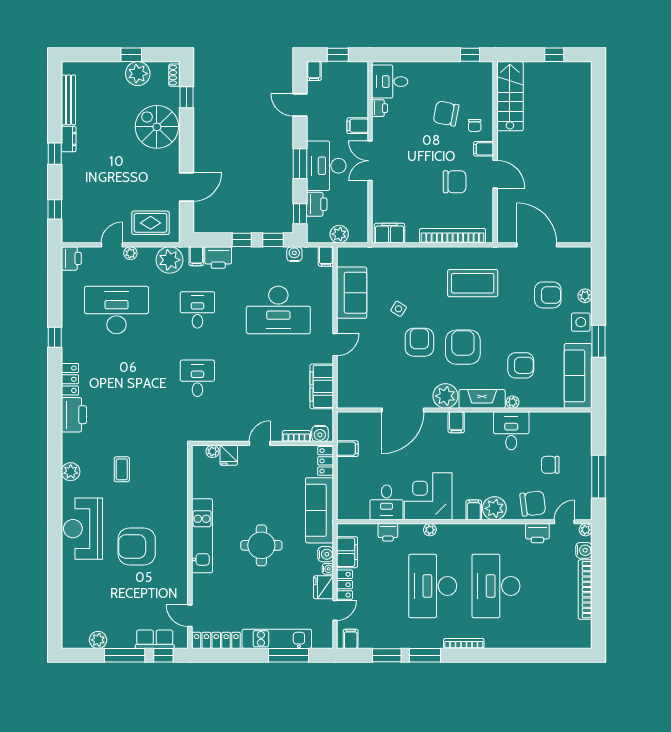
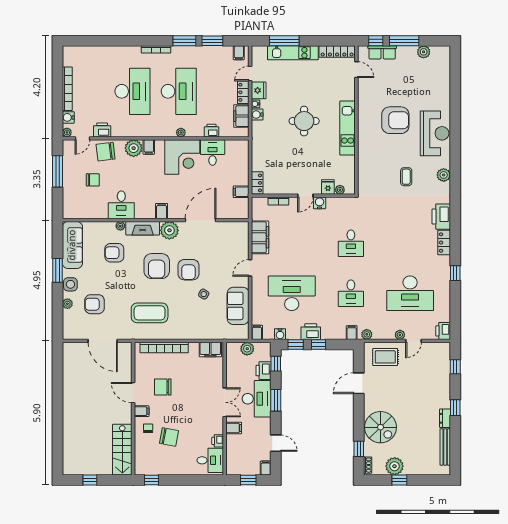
printer: (218, 258) -> (311, 332), moved
plant: (169, 260) -> (367, 334), width x0.53, depth x0.53
water cooler: (320, 434) -> (320, 203), moved
sofa: (319, 510) -> (262, 147), removed

